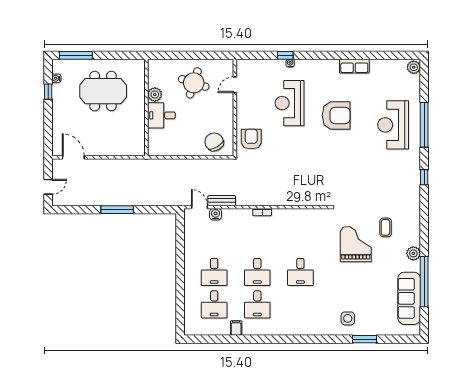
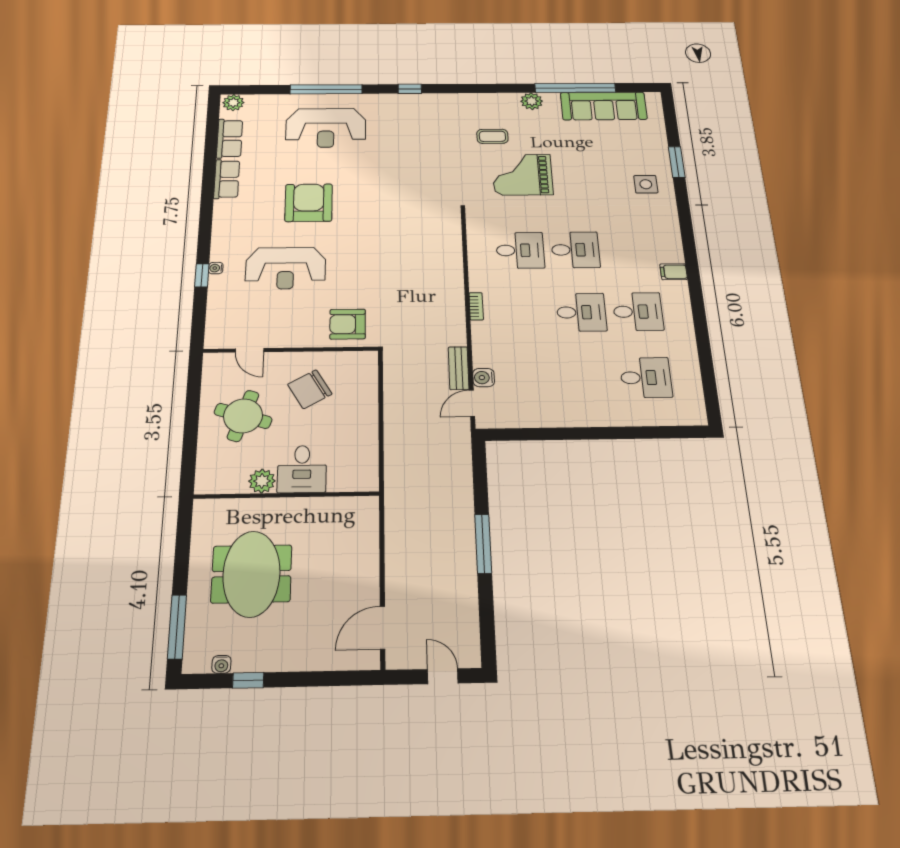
row of seats: (385, 66) -> (230, 139), added
chair: (214, 142) -> (310, 389), moved
desk: (214, 272) -> (520, 250), moved
filing cabinet: (236, 328) -> (674, 272), moved

